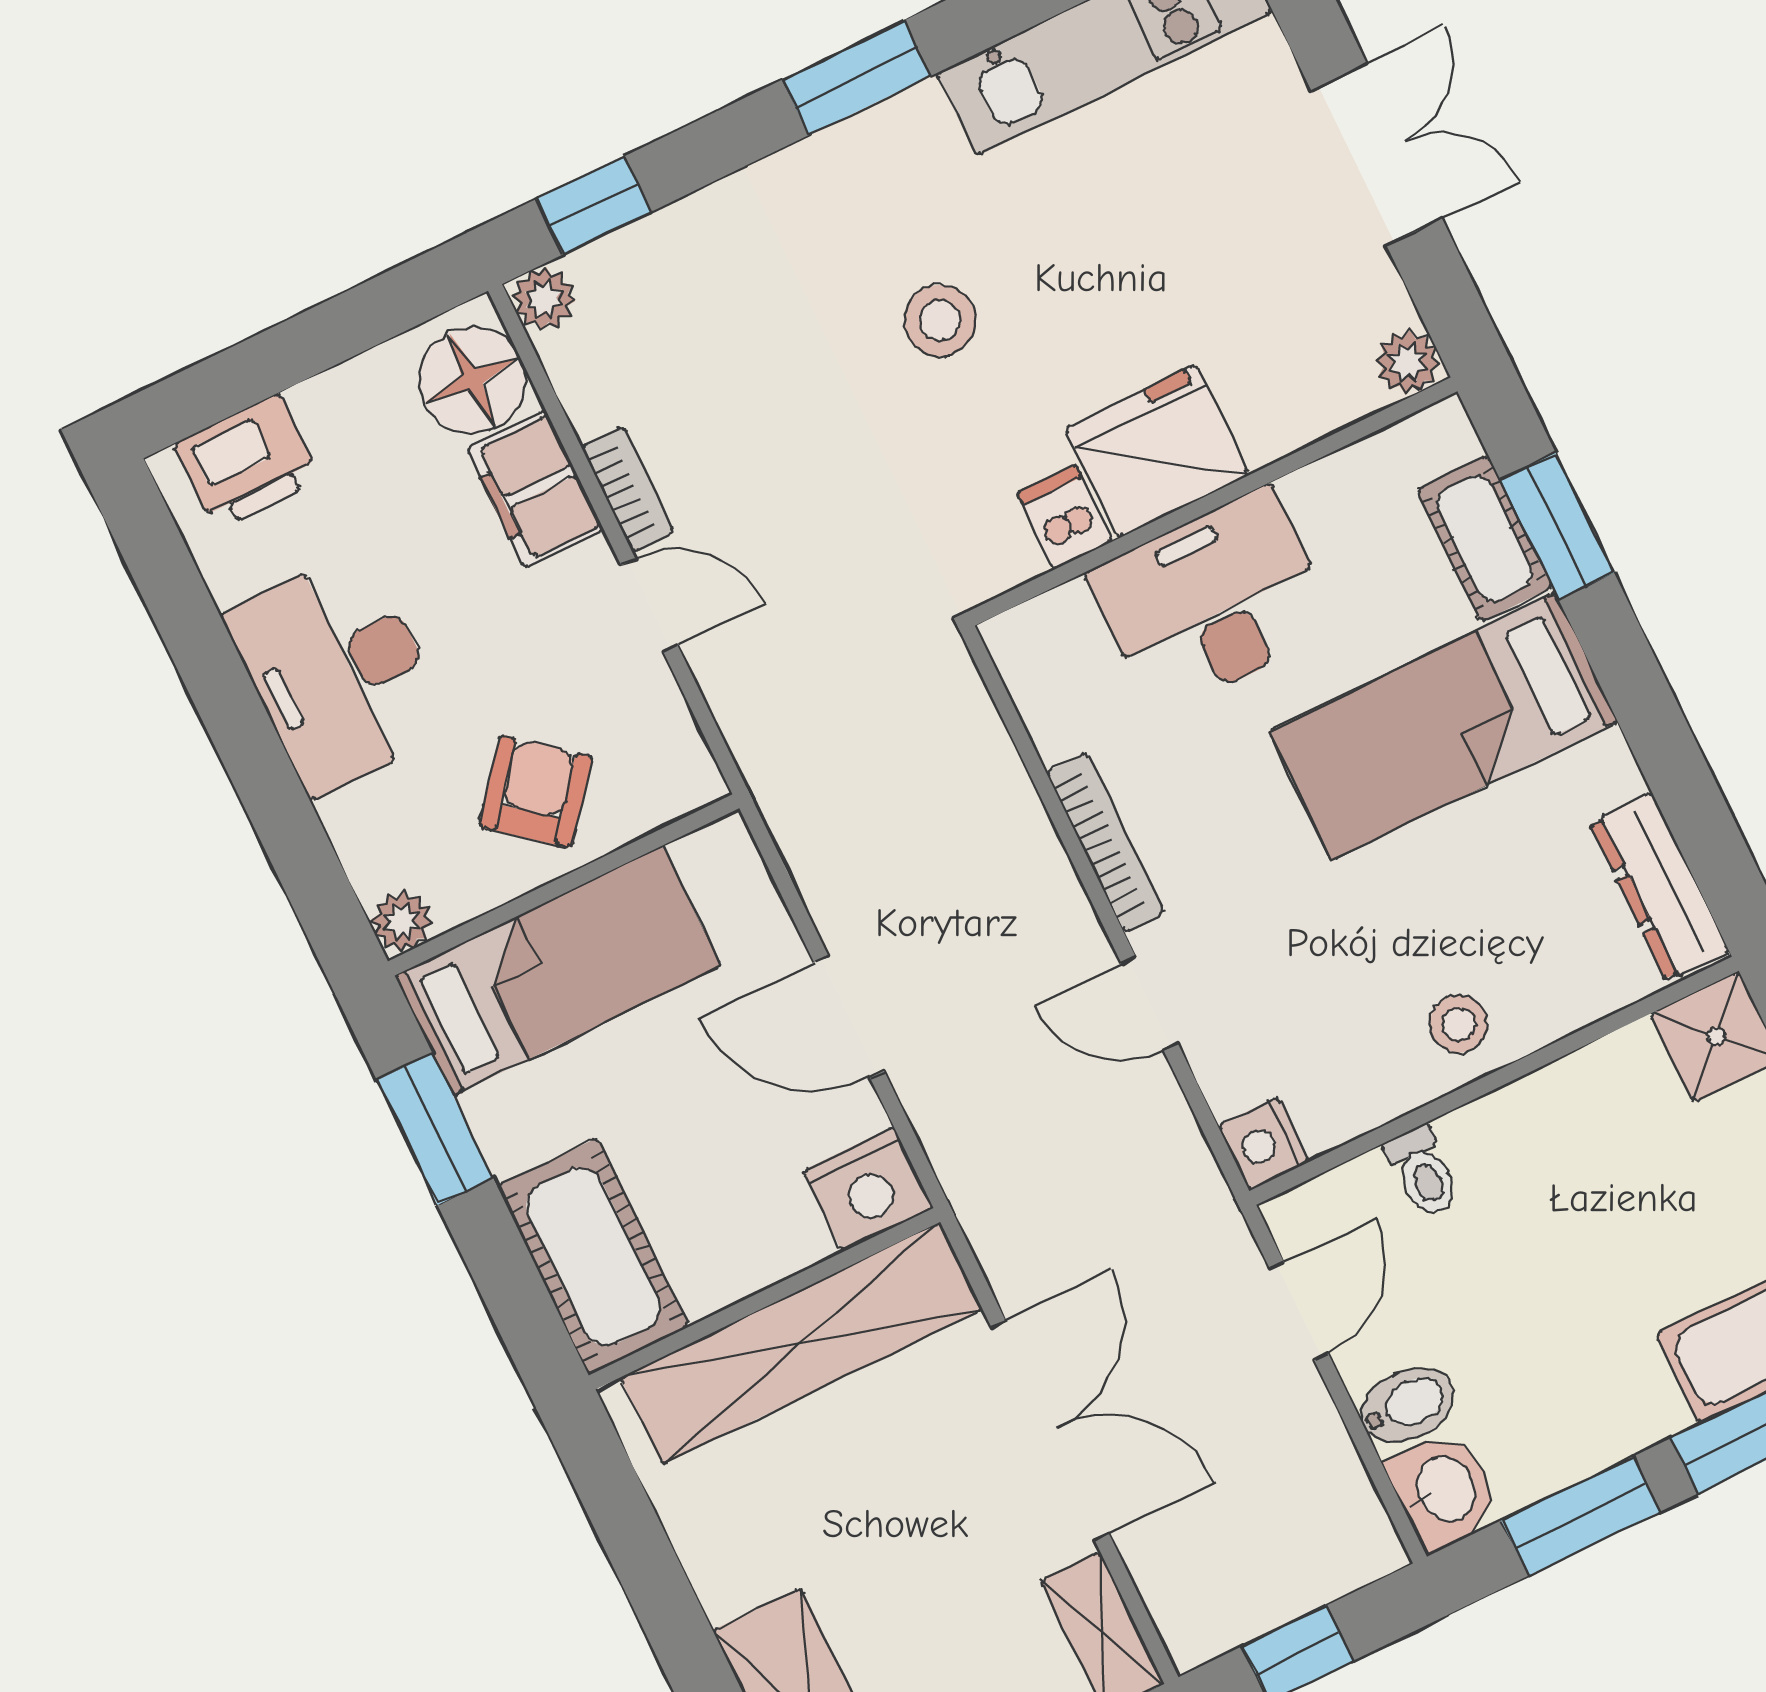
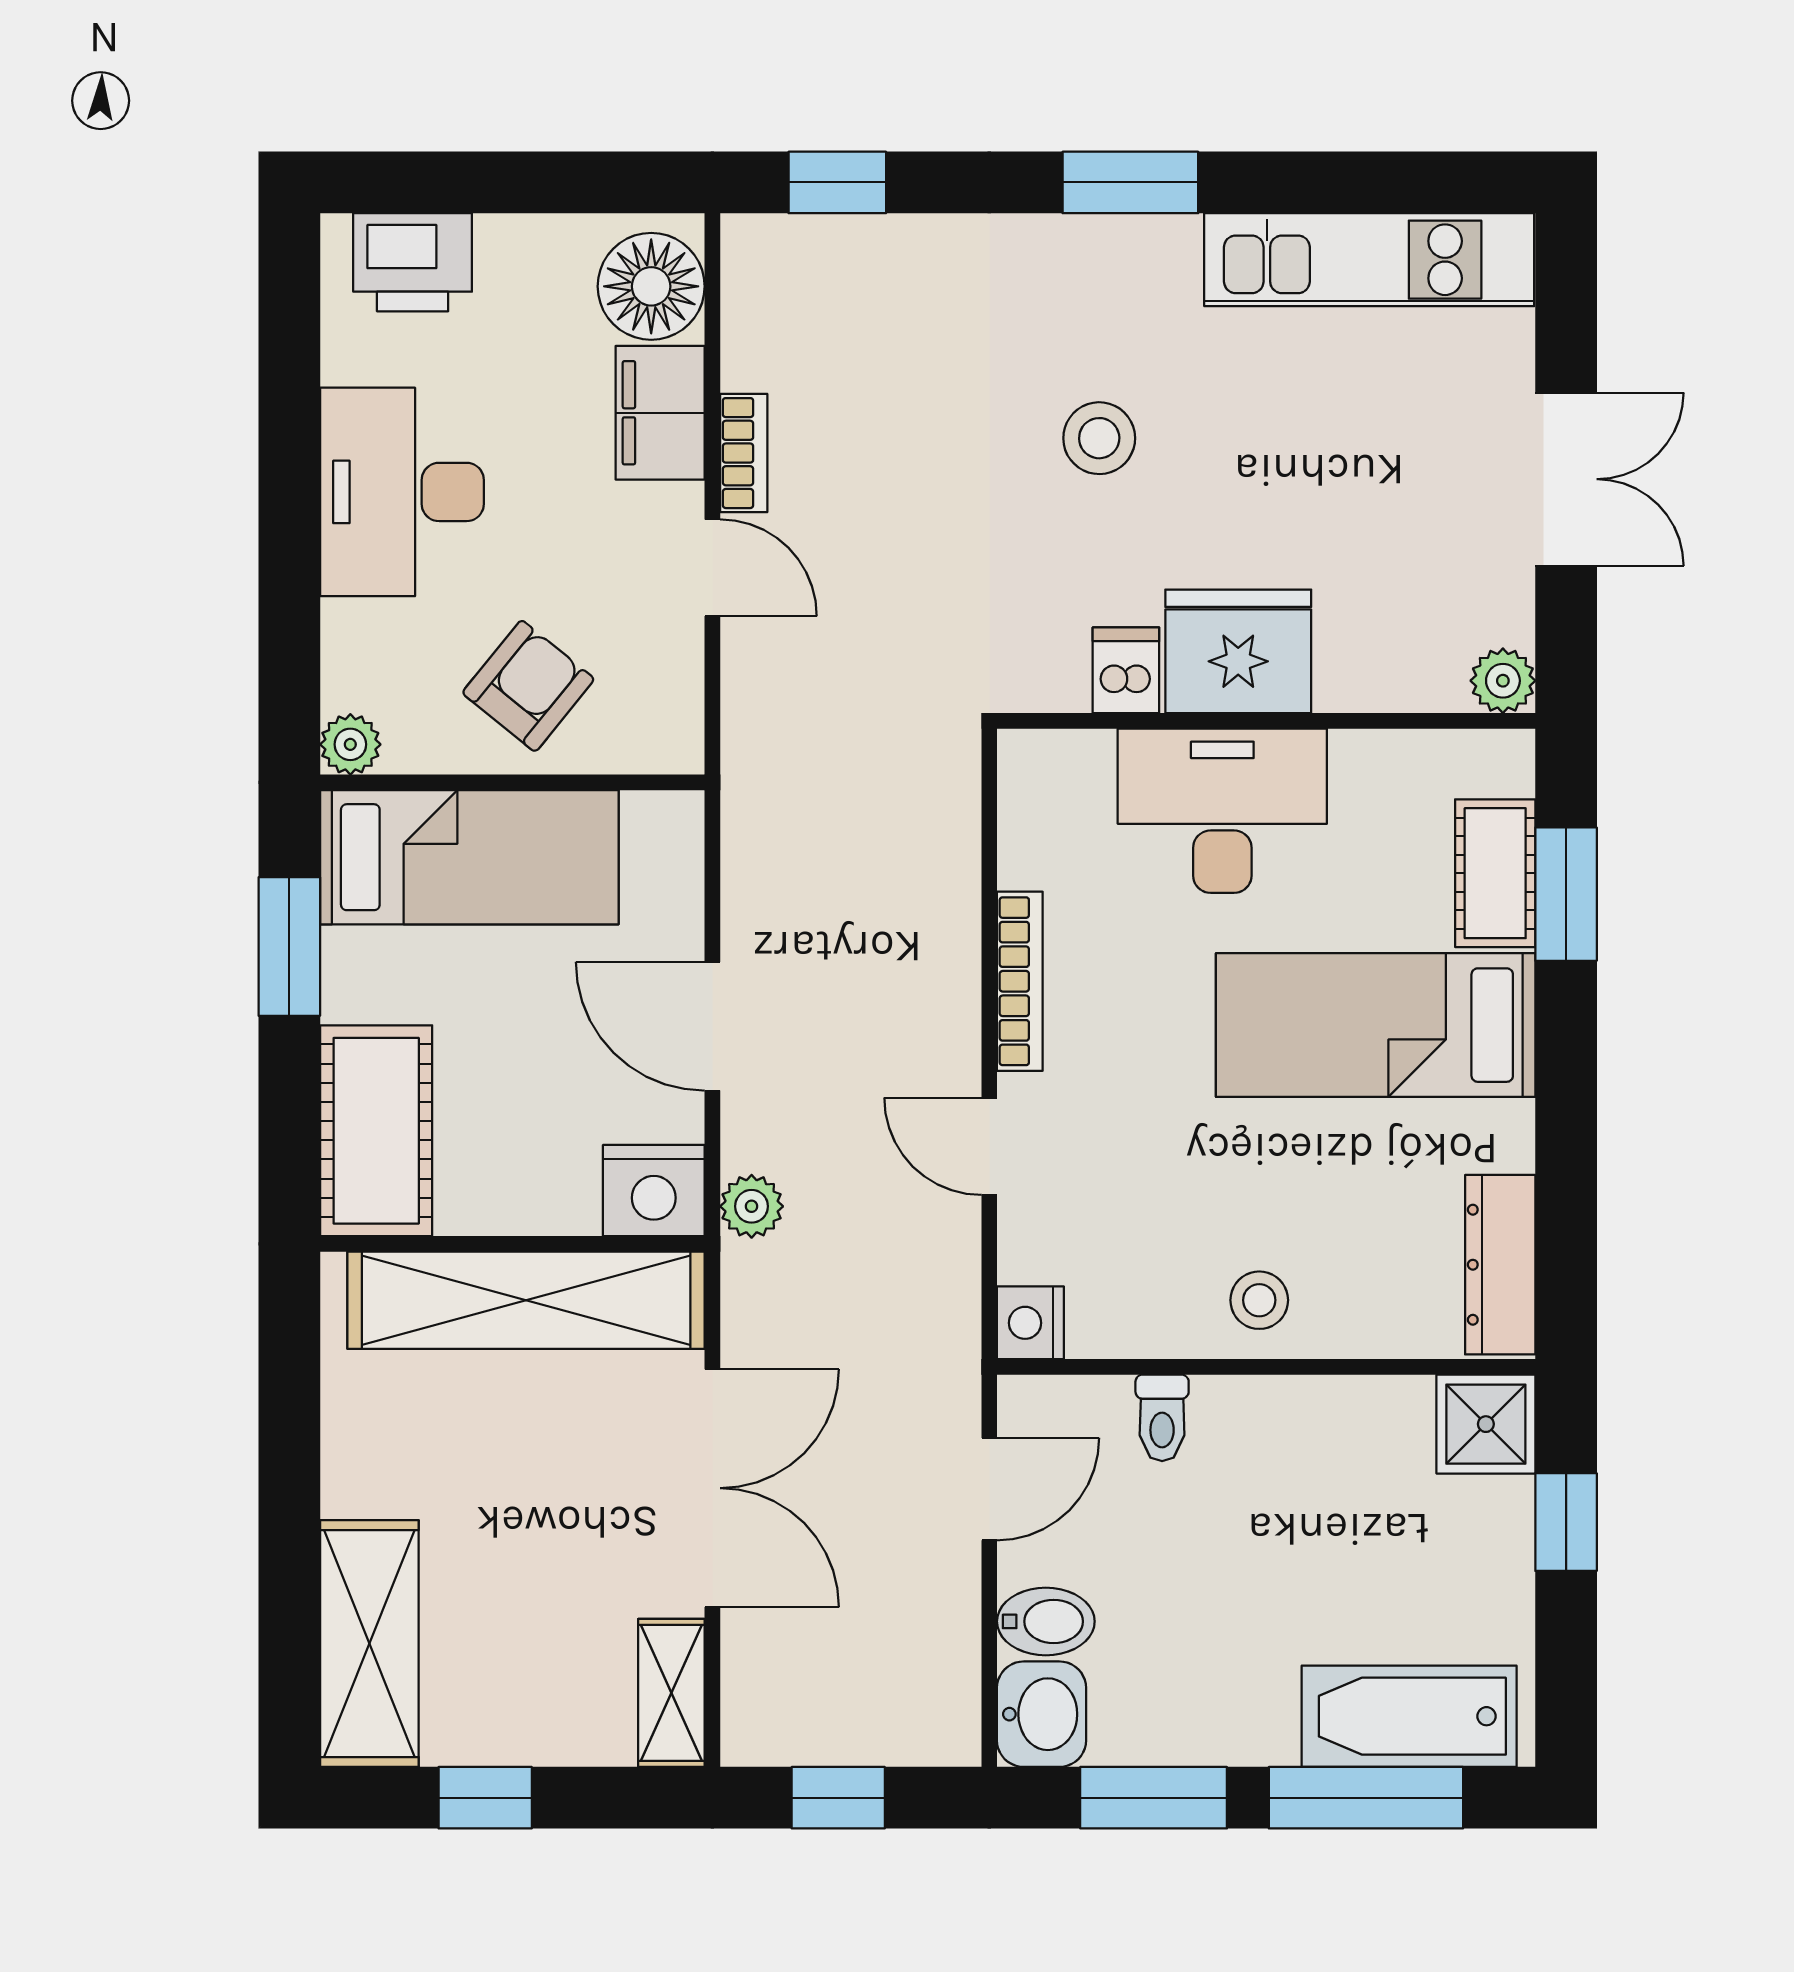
plant: (544, 299) -> (752, 1206), moved

